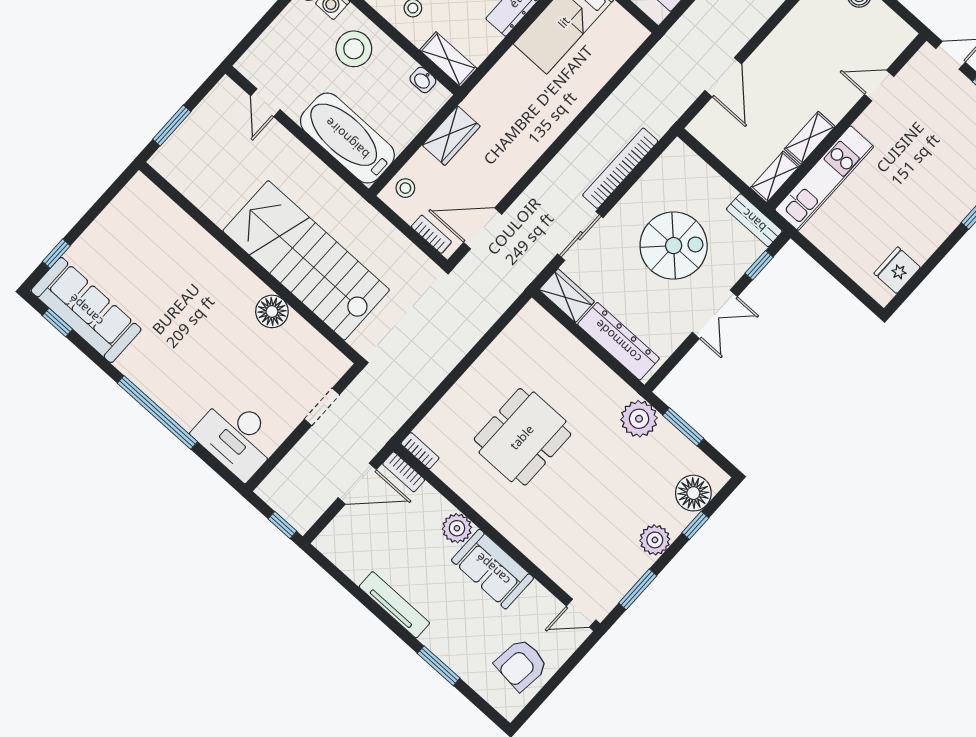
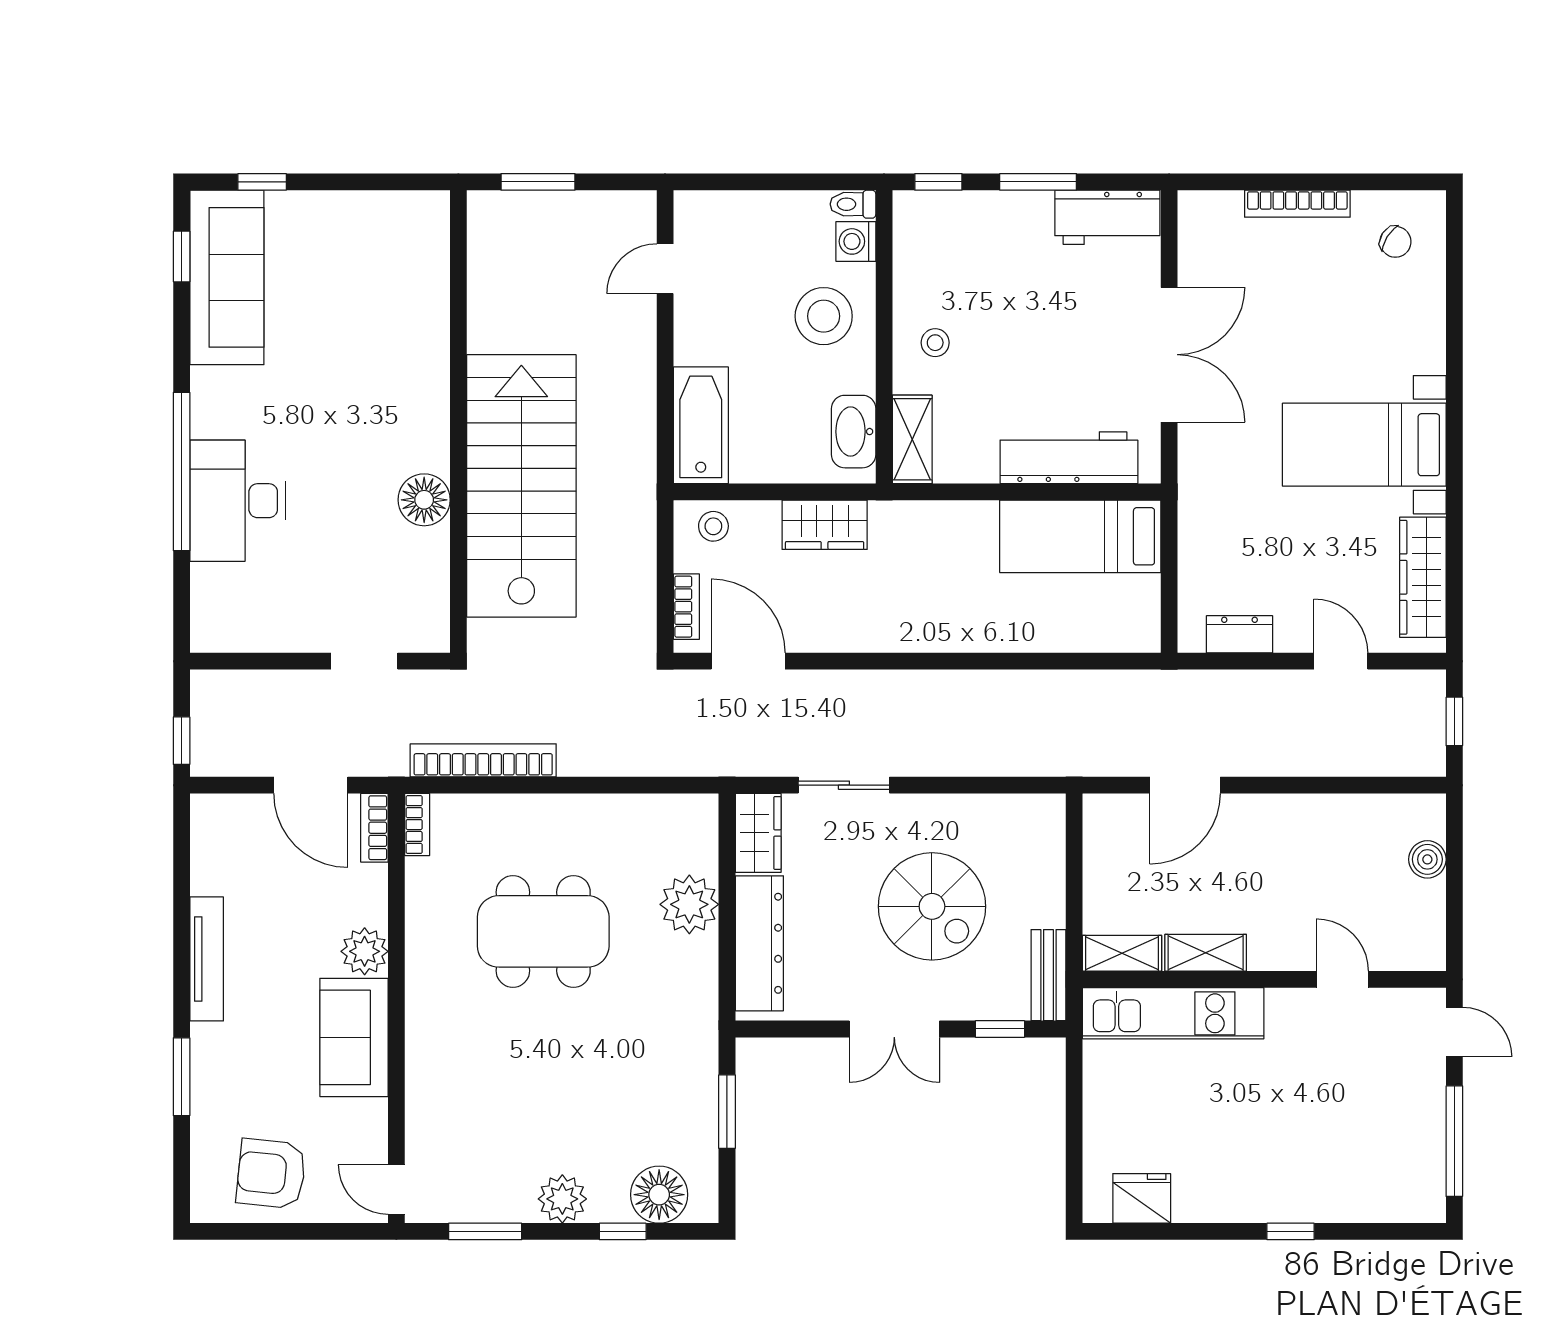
washbasin: (423, 80) -> (854, 432), width x1.91, depth x1.45
bathtub: (347, 138) -> (701, 425), width x0.73, depth x0.73
bookcase: (620, 168) -> (483, 760), moved
plant: (639, 419) -> (689, 904), moved
desk: (237, 437) -> (237, 501), moved

